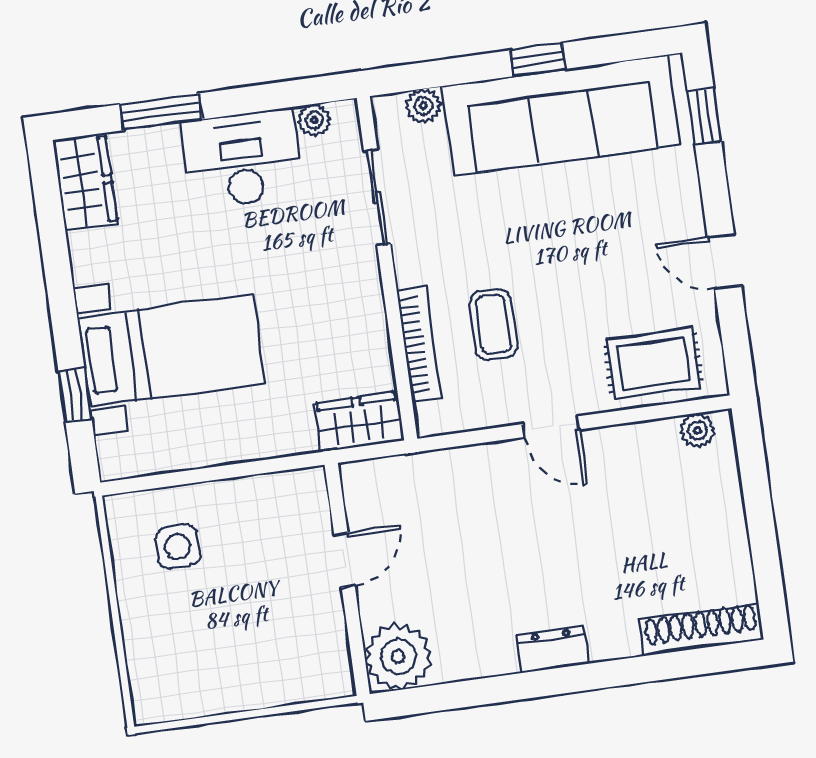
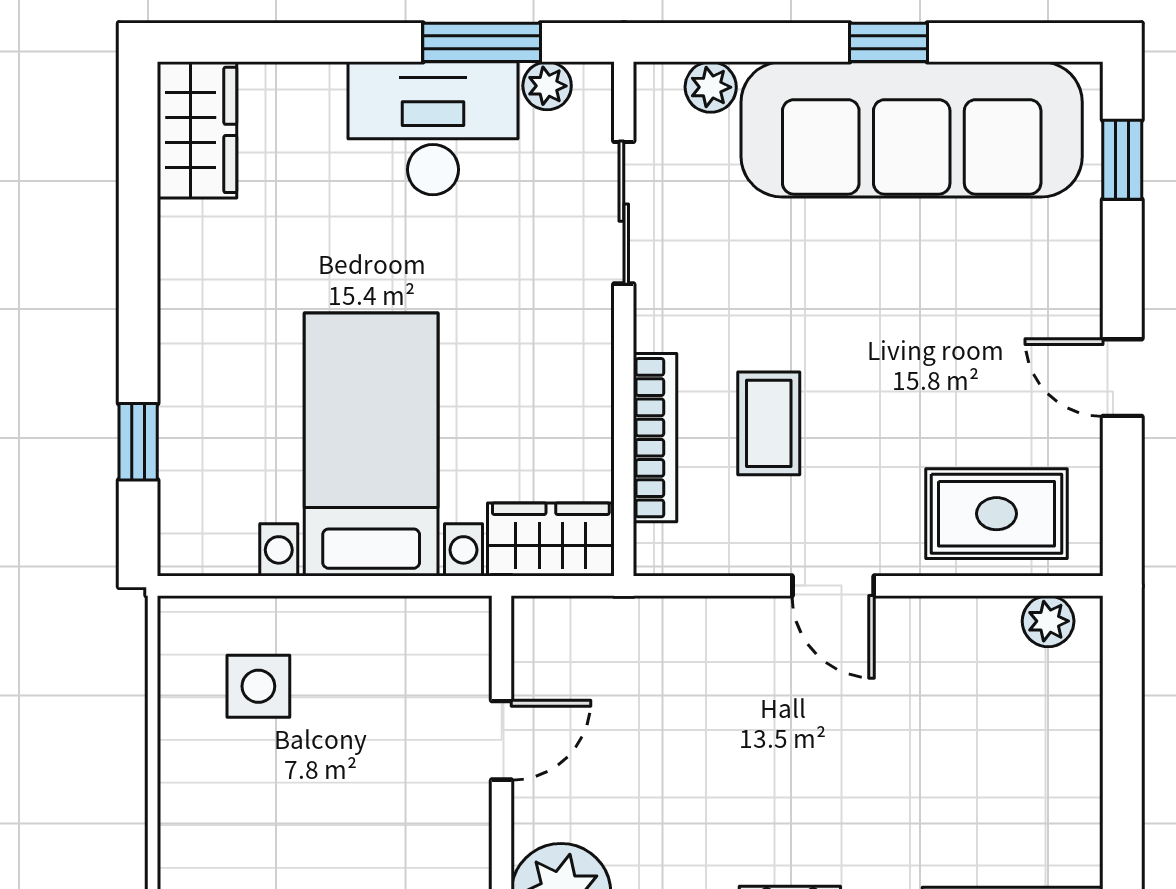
window: (161, 112) -> (482, 42), moved
bed with nightstands: (171, 350) -> (371, 445), moved, turned -90

